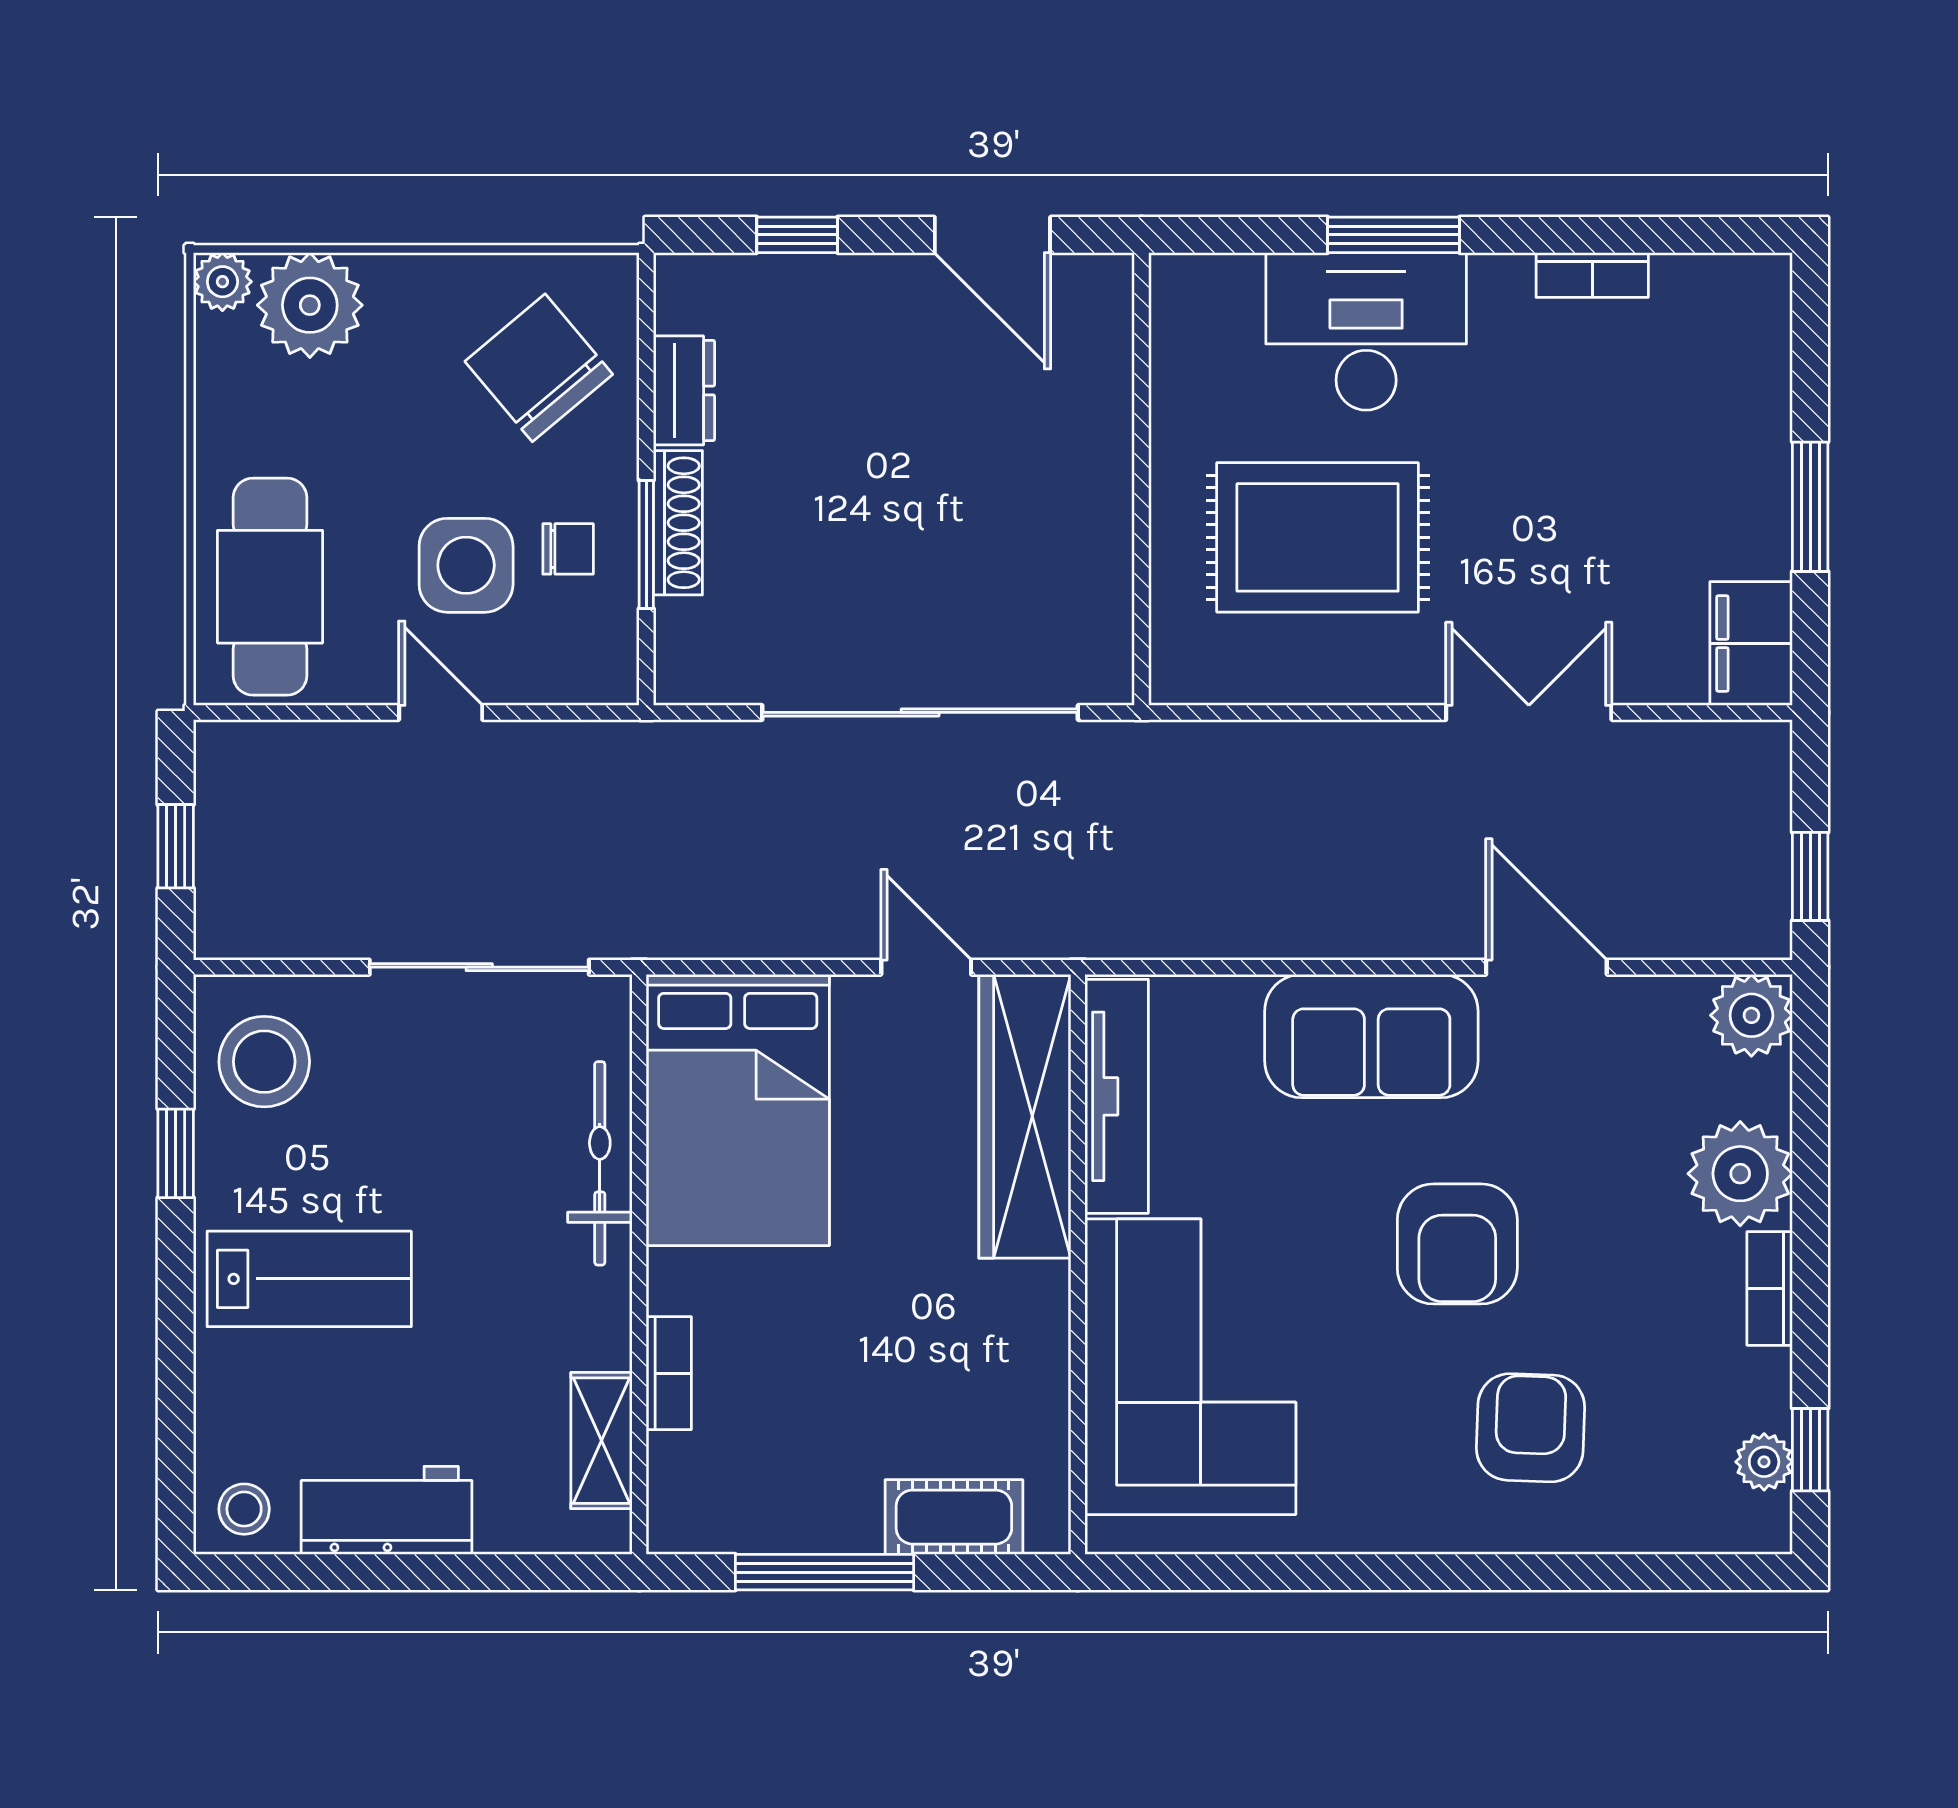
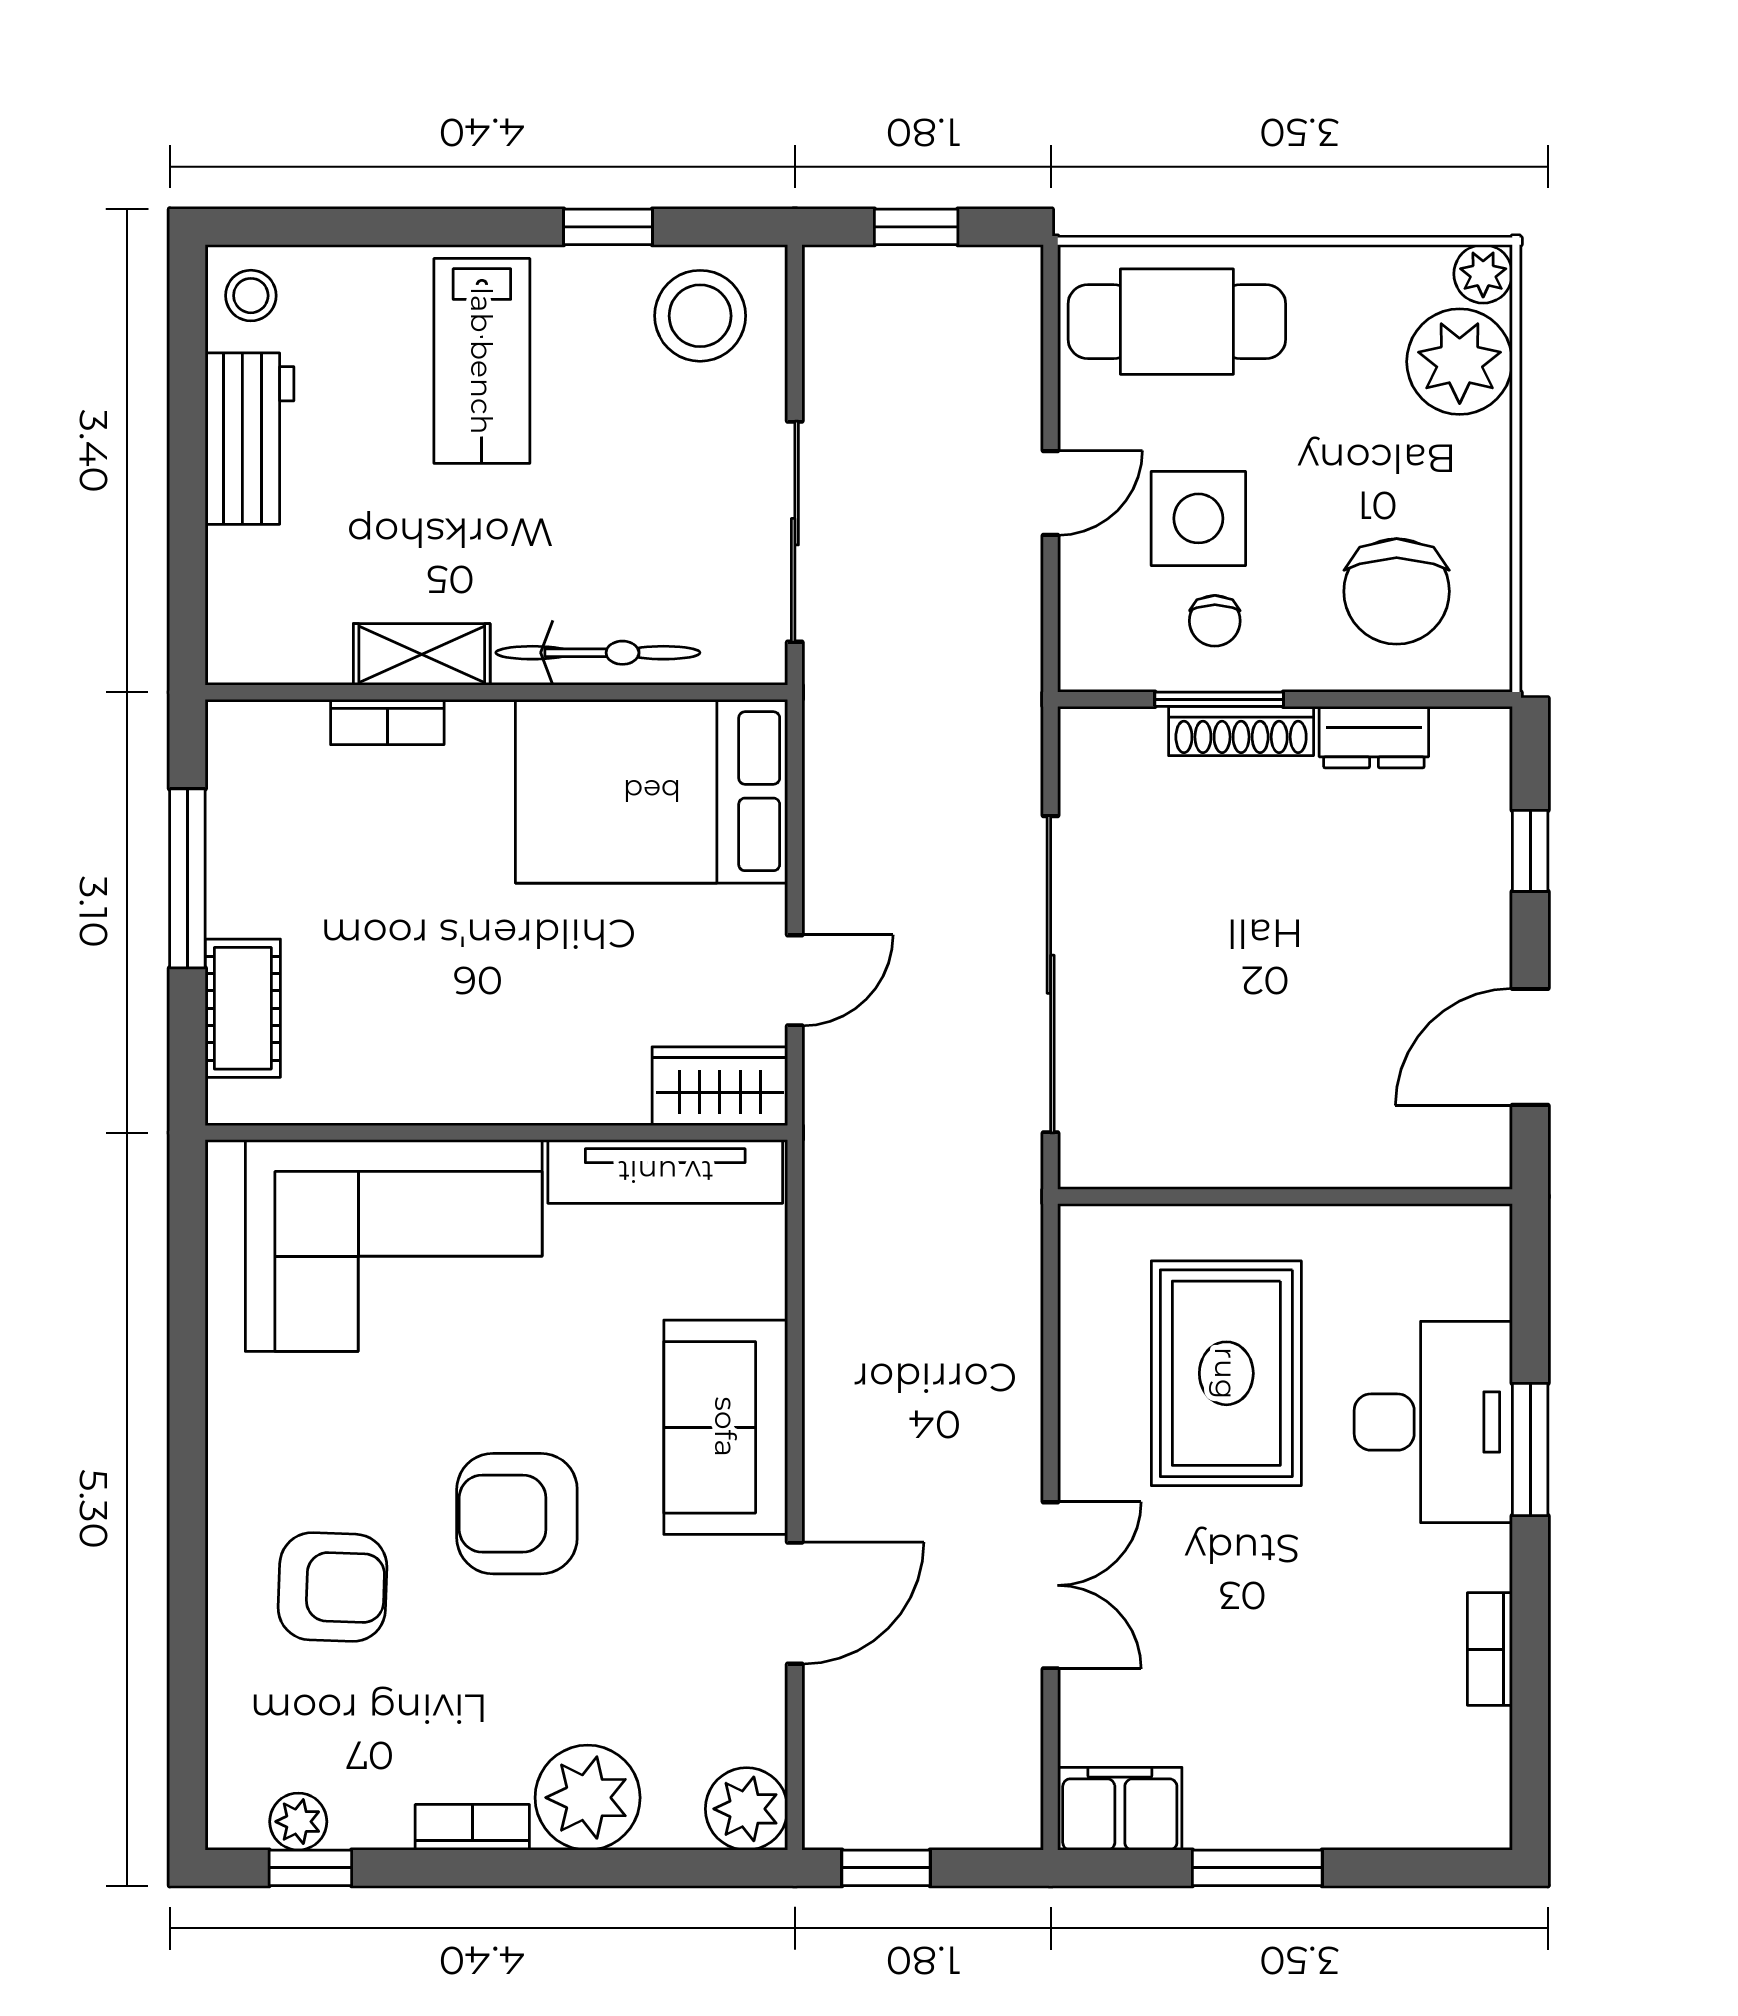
chair: (539, 368) -> (1397, 591), turned 130
wardrobe: (1025, 1116) -> (720, 1086), width x0.48, depth x0.85
shelving: (601, 1441) -> (422, 654), moved

